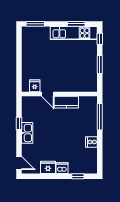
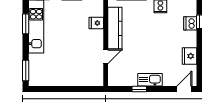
fridge: (35, 86) -> (96, 23), moved
kitchen counter: (66, 102) -> (115, 28), width x1.50
dishwasher: (62, 168) -> (190, 23), moved

